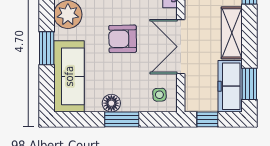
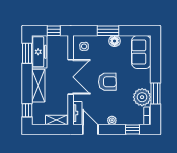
window: (47, 48) -> (156, 93), moved
sofa: (69, 76) -> (141, 52), width x0.73

